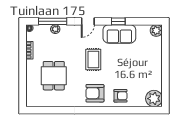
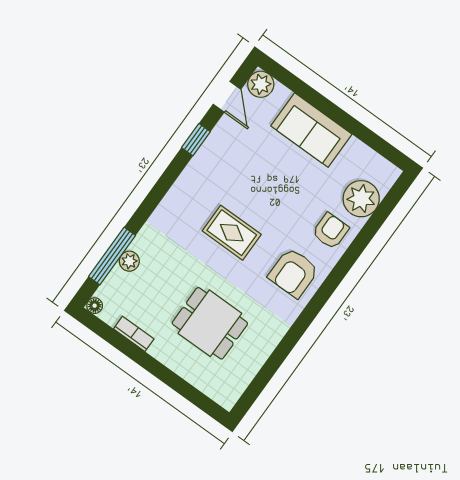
door: (88, 21) -> (227, 97), moved
sofa: (119, 34) -> (311, 130), moved, turned 90
plant: (154, 99) -> (361, 199), moved

